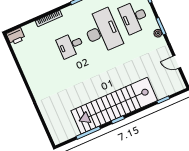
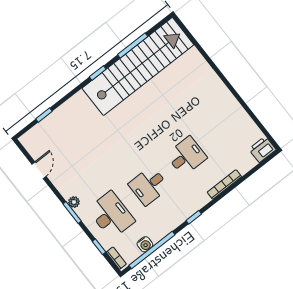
desk: (102, 31) -> (149, 186), width x0.53, depth x0.77
door: (177, 62) -> (39, 170), hinge flipped
stairs: (114, 106) -> (138, 66), moved

